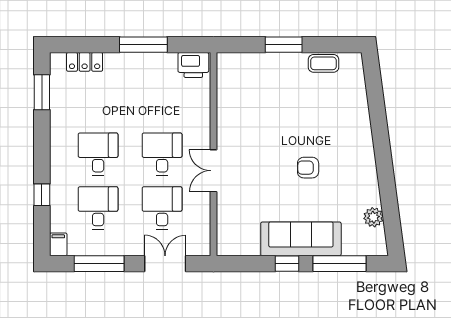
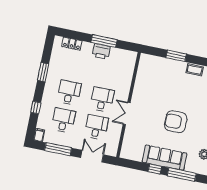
printer: (193, 65) -> (101, 51), moved
window: (42, 92) -> (43, 72), moved
armchair: (308, 168) -> (176, 122), width x1.88, depth x1.88

